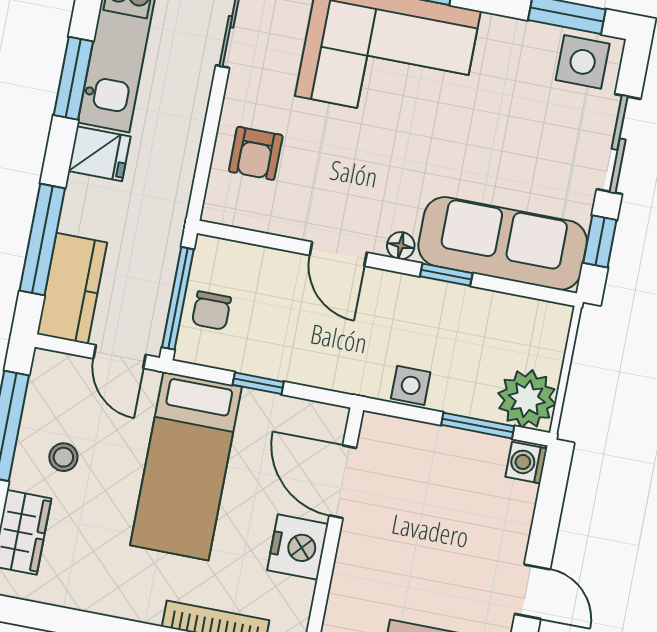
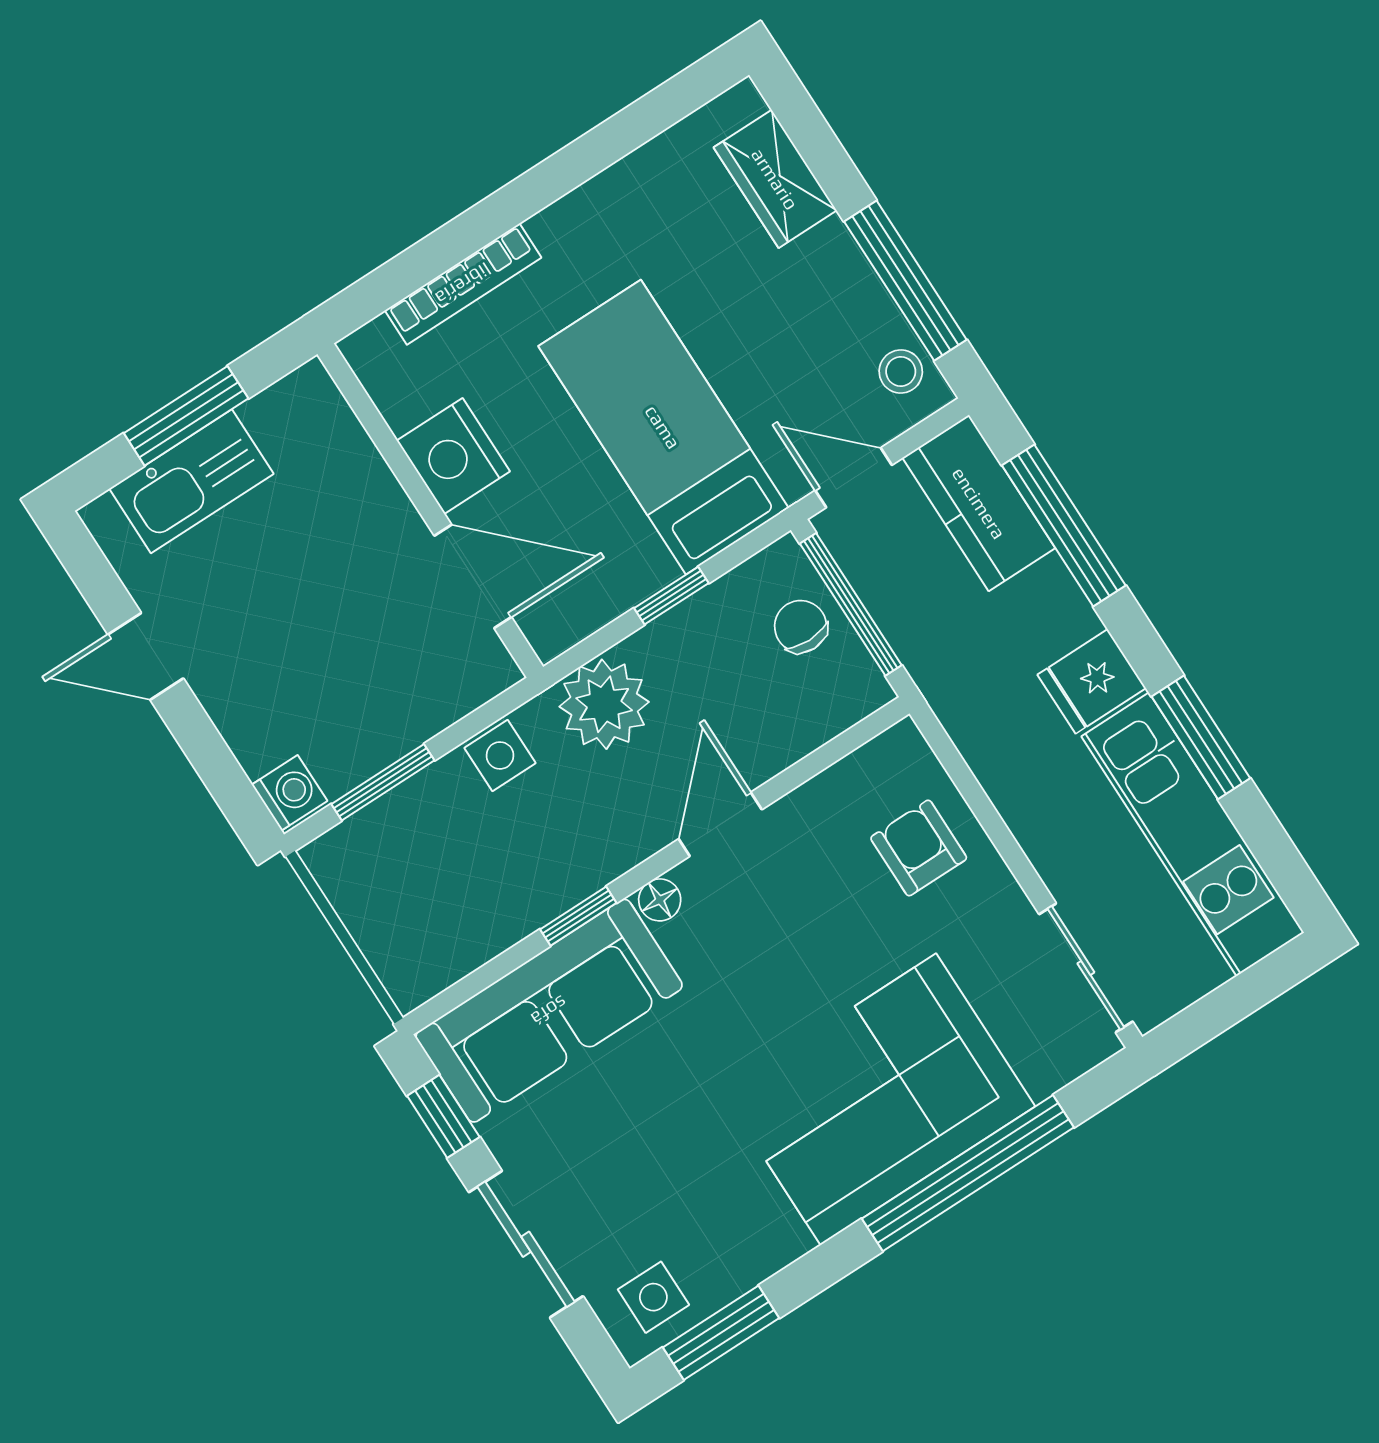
side table: (583, 62) -> (653, 1297), width x0.73, depth x0.73
door: (338, 254) -> (720, 824), hinge flipped
plant: (527, 399) -> (604, 704), moved
stool: (63, 457) -> (901, 371), moved

